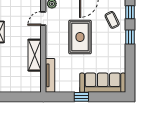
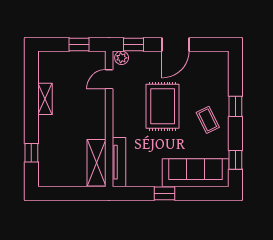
window: (130, 12) -> (235, 160), moved
coffee table: (112, 20) -> (208, 120), moved
shelving: (35, 55) -> (96, 163), moved

